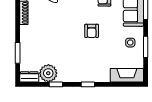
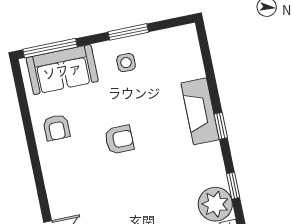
fireplace: (127, 75) -> (200, 111), moved

